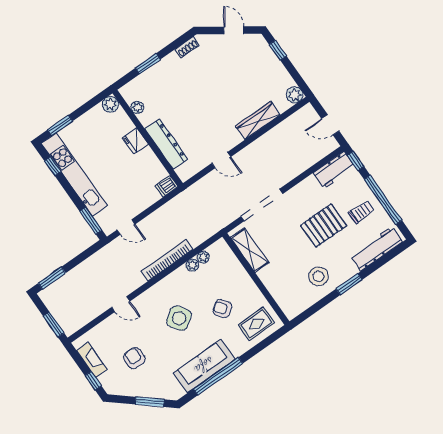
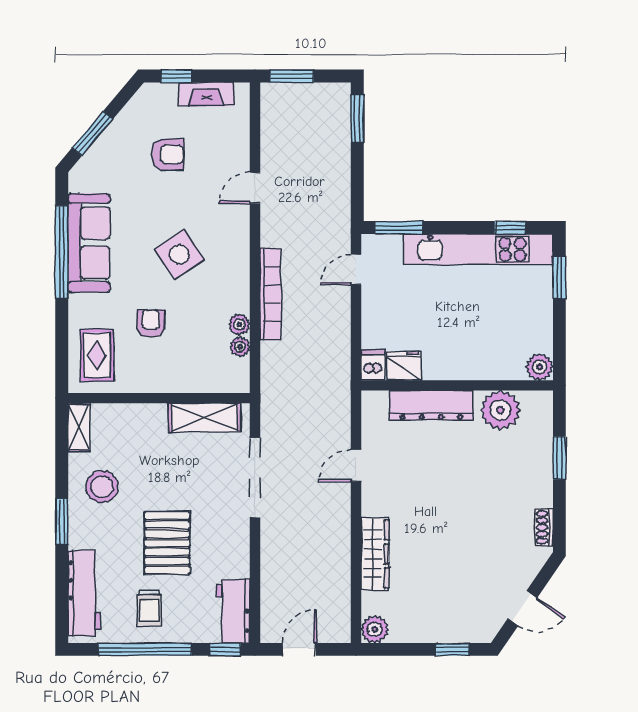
plant: (137, 107) -> (500, 410), width x1.88, depth x1.88
fridge: (135, 141) -> (404, 366), moved
shelving: (297, 308) -> (79, 427), added
armchair: (222, 309) -> (151, 323), turned -52

